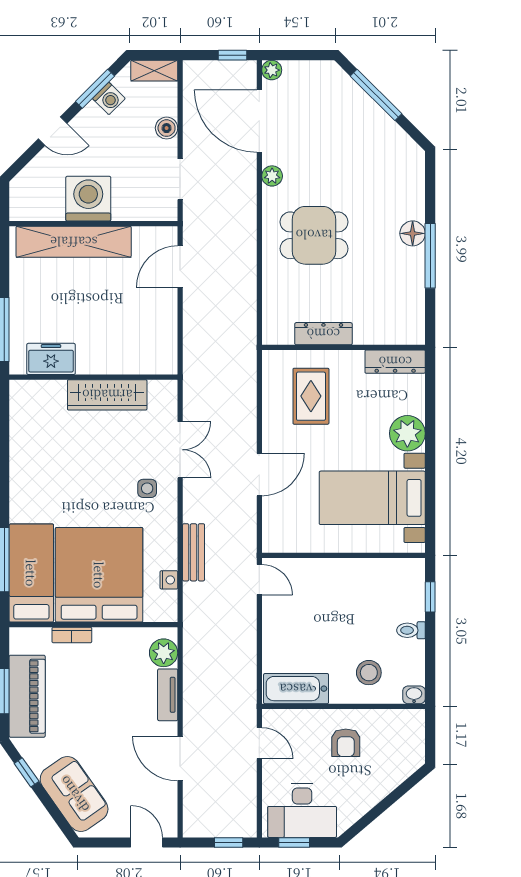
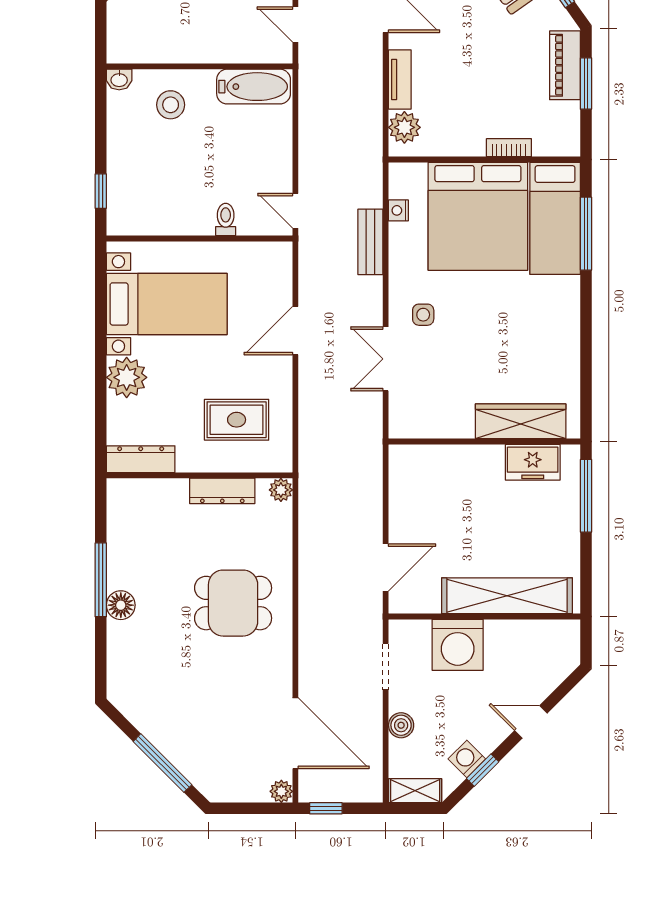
window: (95, 89) -> (483, 770), width x0.67
plant: (272, 176) -> (281, 490), moved
washing machine: (88, 199) -> (458, 645), moved
wardrobe: (107, 395) -> (521, 421), moved
rug: (311, 396) -> (237, 420), turned 90
toilet: (411, 630) -> (226, 219), moved, turned -90
piano: (27, 696) -> (565, 65), width x0.73, depth x0.75
armchair: (346, 743) -> (197, 25), removed

